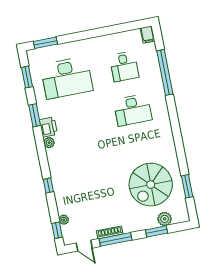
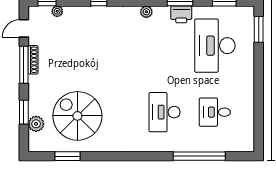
filing cabinet: (148, 34) -> (245, 145), removed
printer: (48, 127) -> (181, 14), moved

